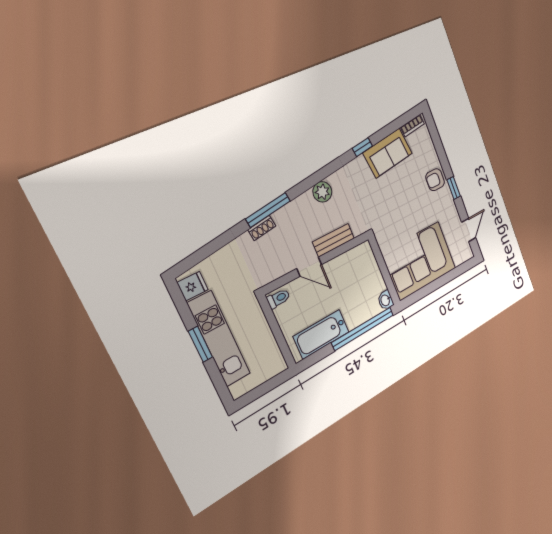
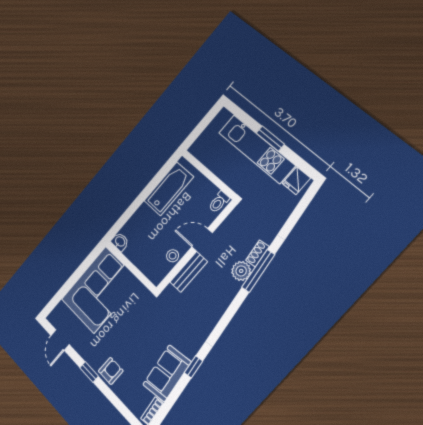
plant: (322, 192) -> (241, 271), moved
stool: (342, 263) -> (173, 256), added
window: (363, 329) -> (132, 209), removed

